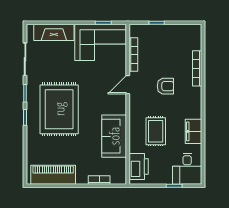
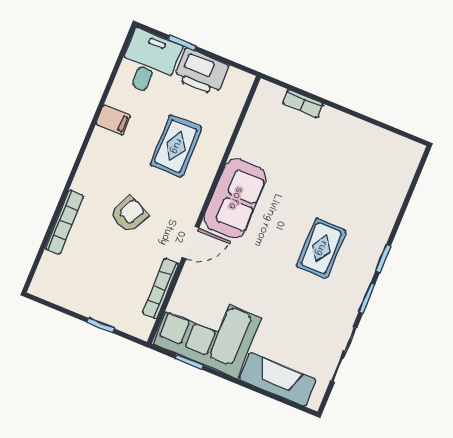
armchair: (165, 86) -> (129, 214), turned 115
rug: (59, 109) -> (321, 248), width x0.54, depth x0.49
filing cabinet: (194, 131) -> (113, 120), width x0.50
sofa: (114, 136) -> (235, 198), moved
printer: (139, 166) -> (201, 72), moved, turned -90
piano: (53, 175) -> (376, 144), removed

